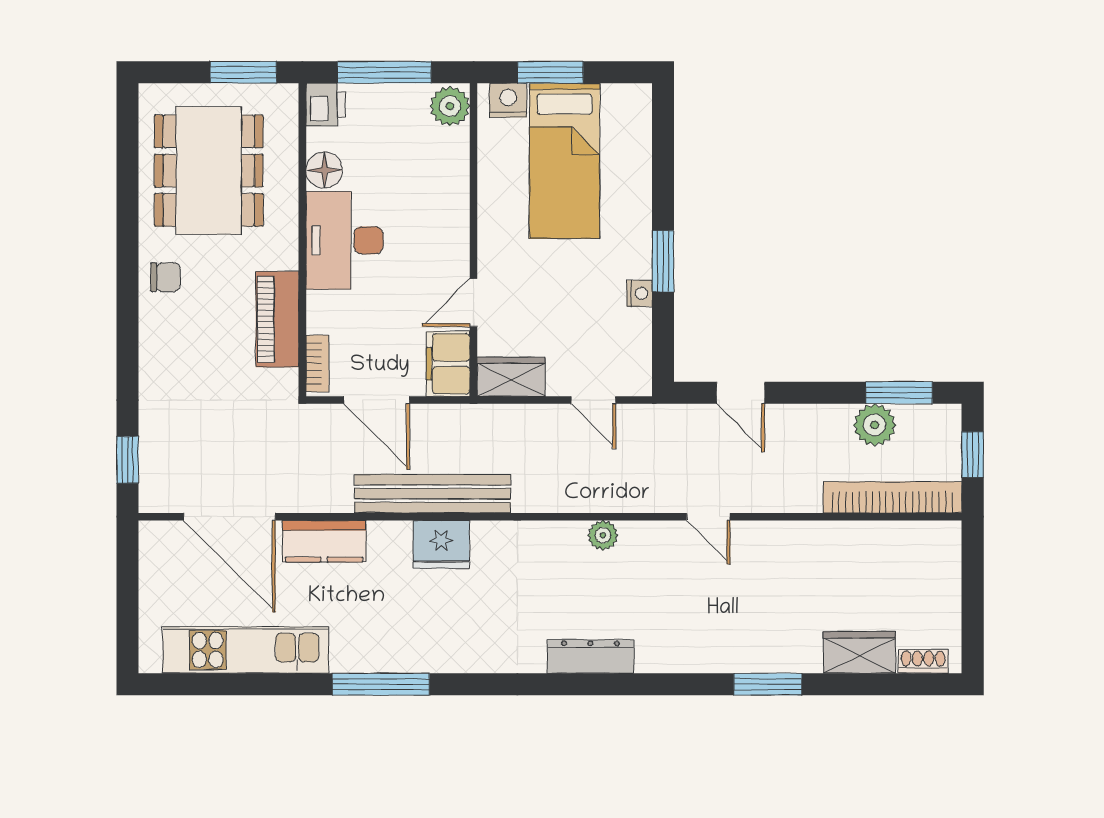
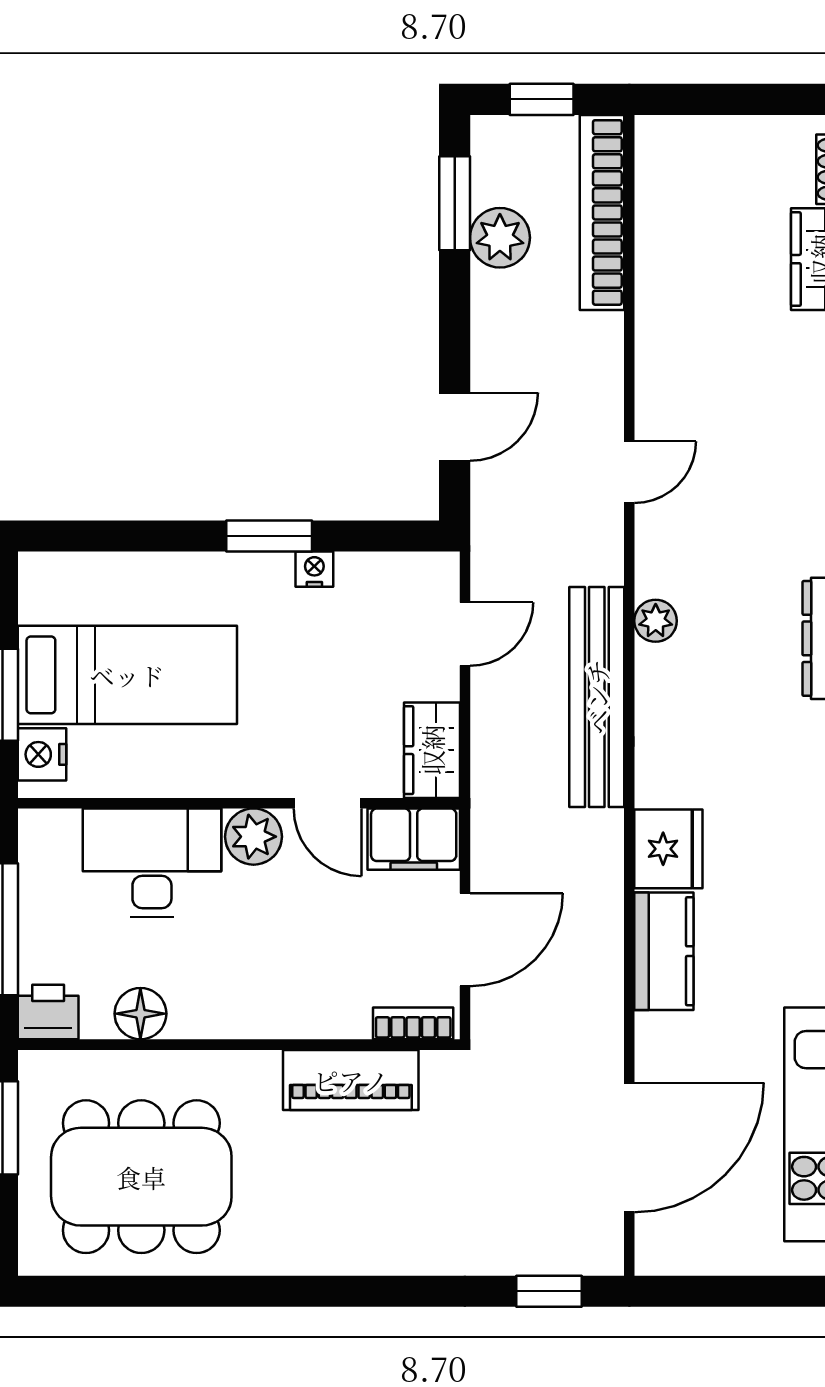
plant: (450, 106) -> (254, 837), moved
desk: (345, 240) -> (152, 863), moved, turned 180
chair: (165, 277) -> (292, 1238), removed
bench: (433, 494) -> (597, 697), moved
kitchen counter: (324, 541) -> (664, 951), moved

